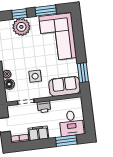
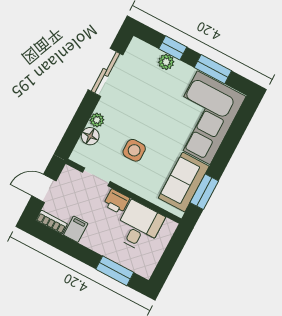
plant: (21, 27) -> (166, 62), width x0.53, depth x0.53
sofa: (65, 86) -> (184, 182), moved, turned -90
desk: (71, 123) -> (139, 226), moved, turned 180
filing cabinet: (38, 133) -> (76, 229), width x0.50

